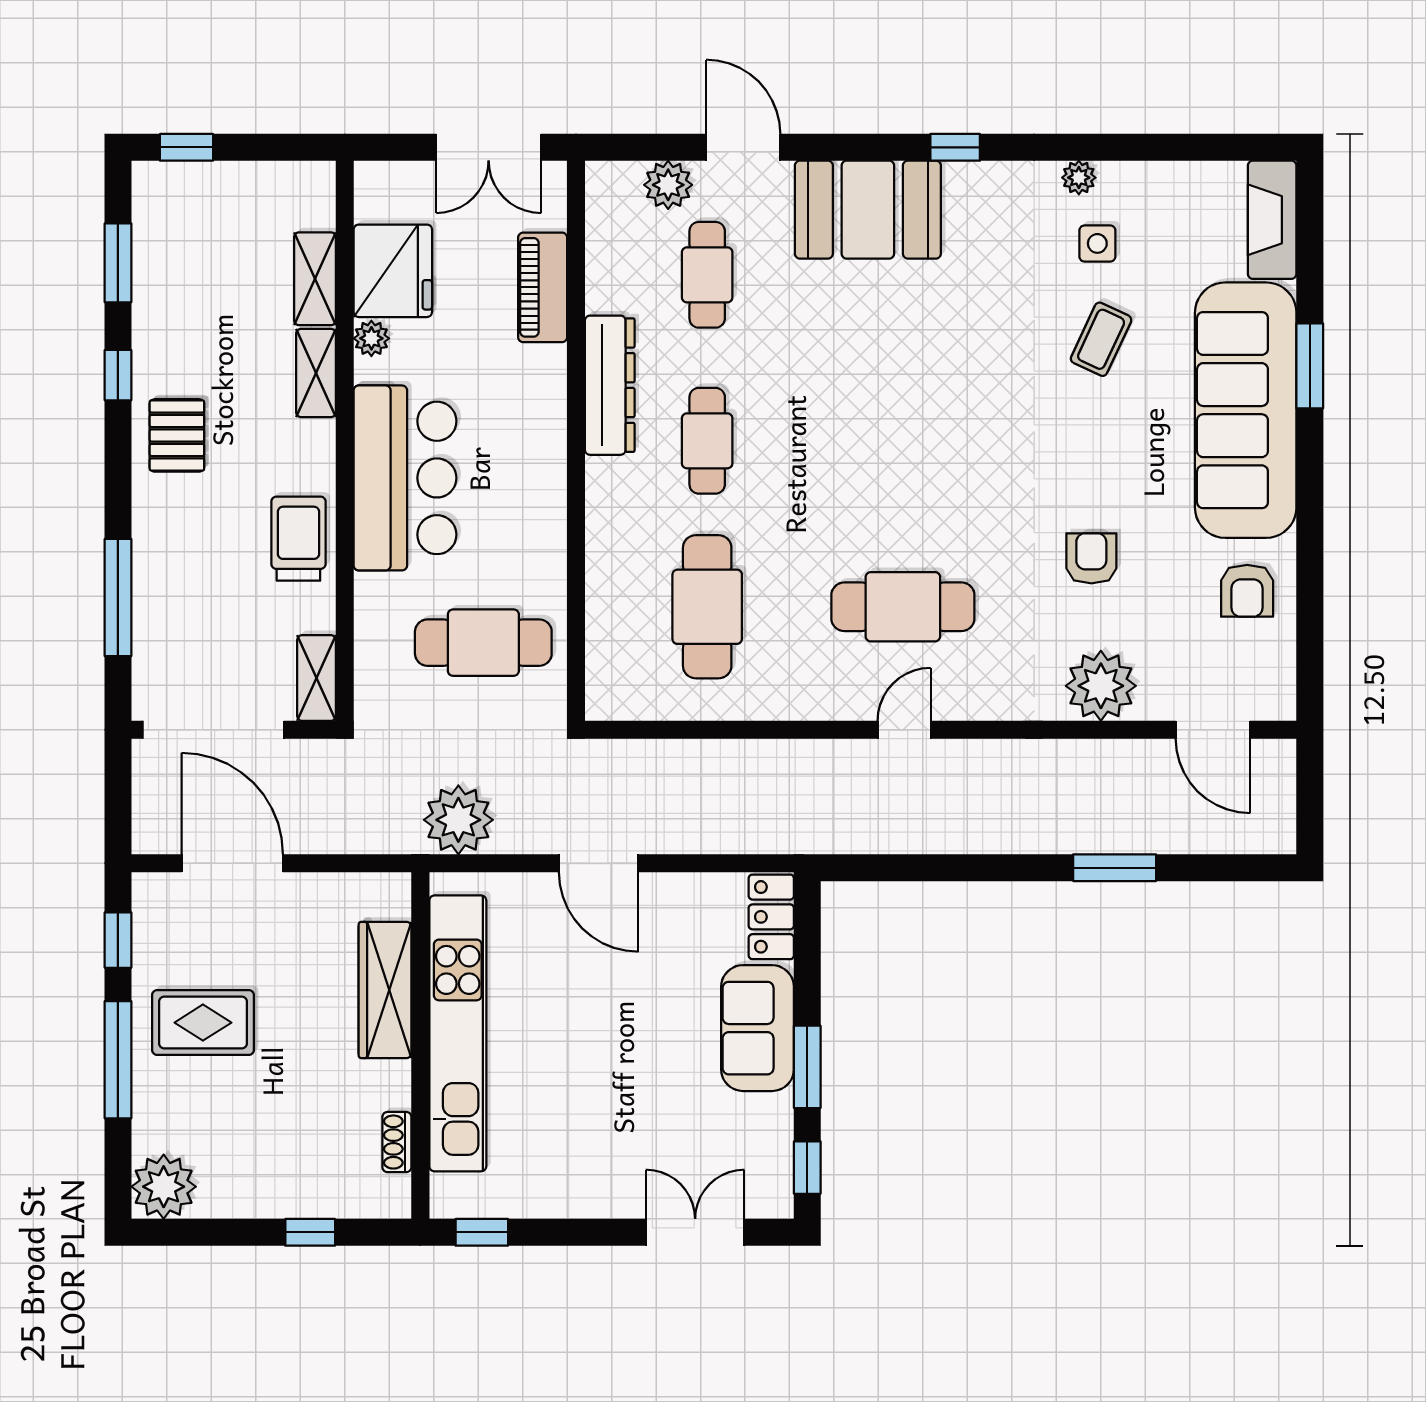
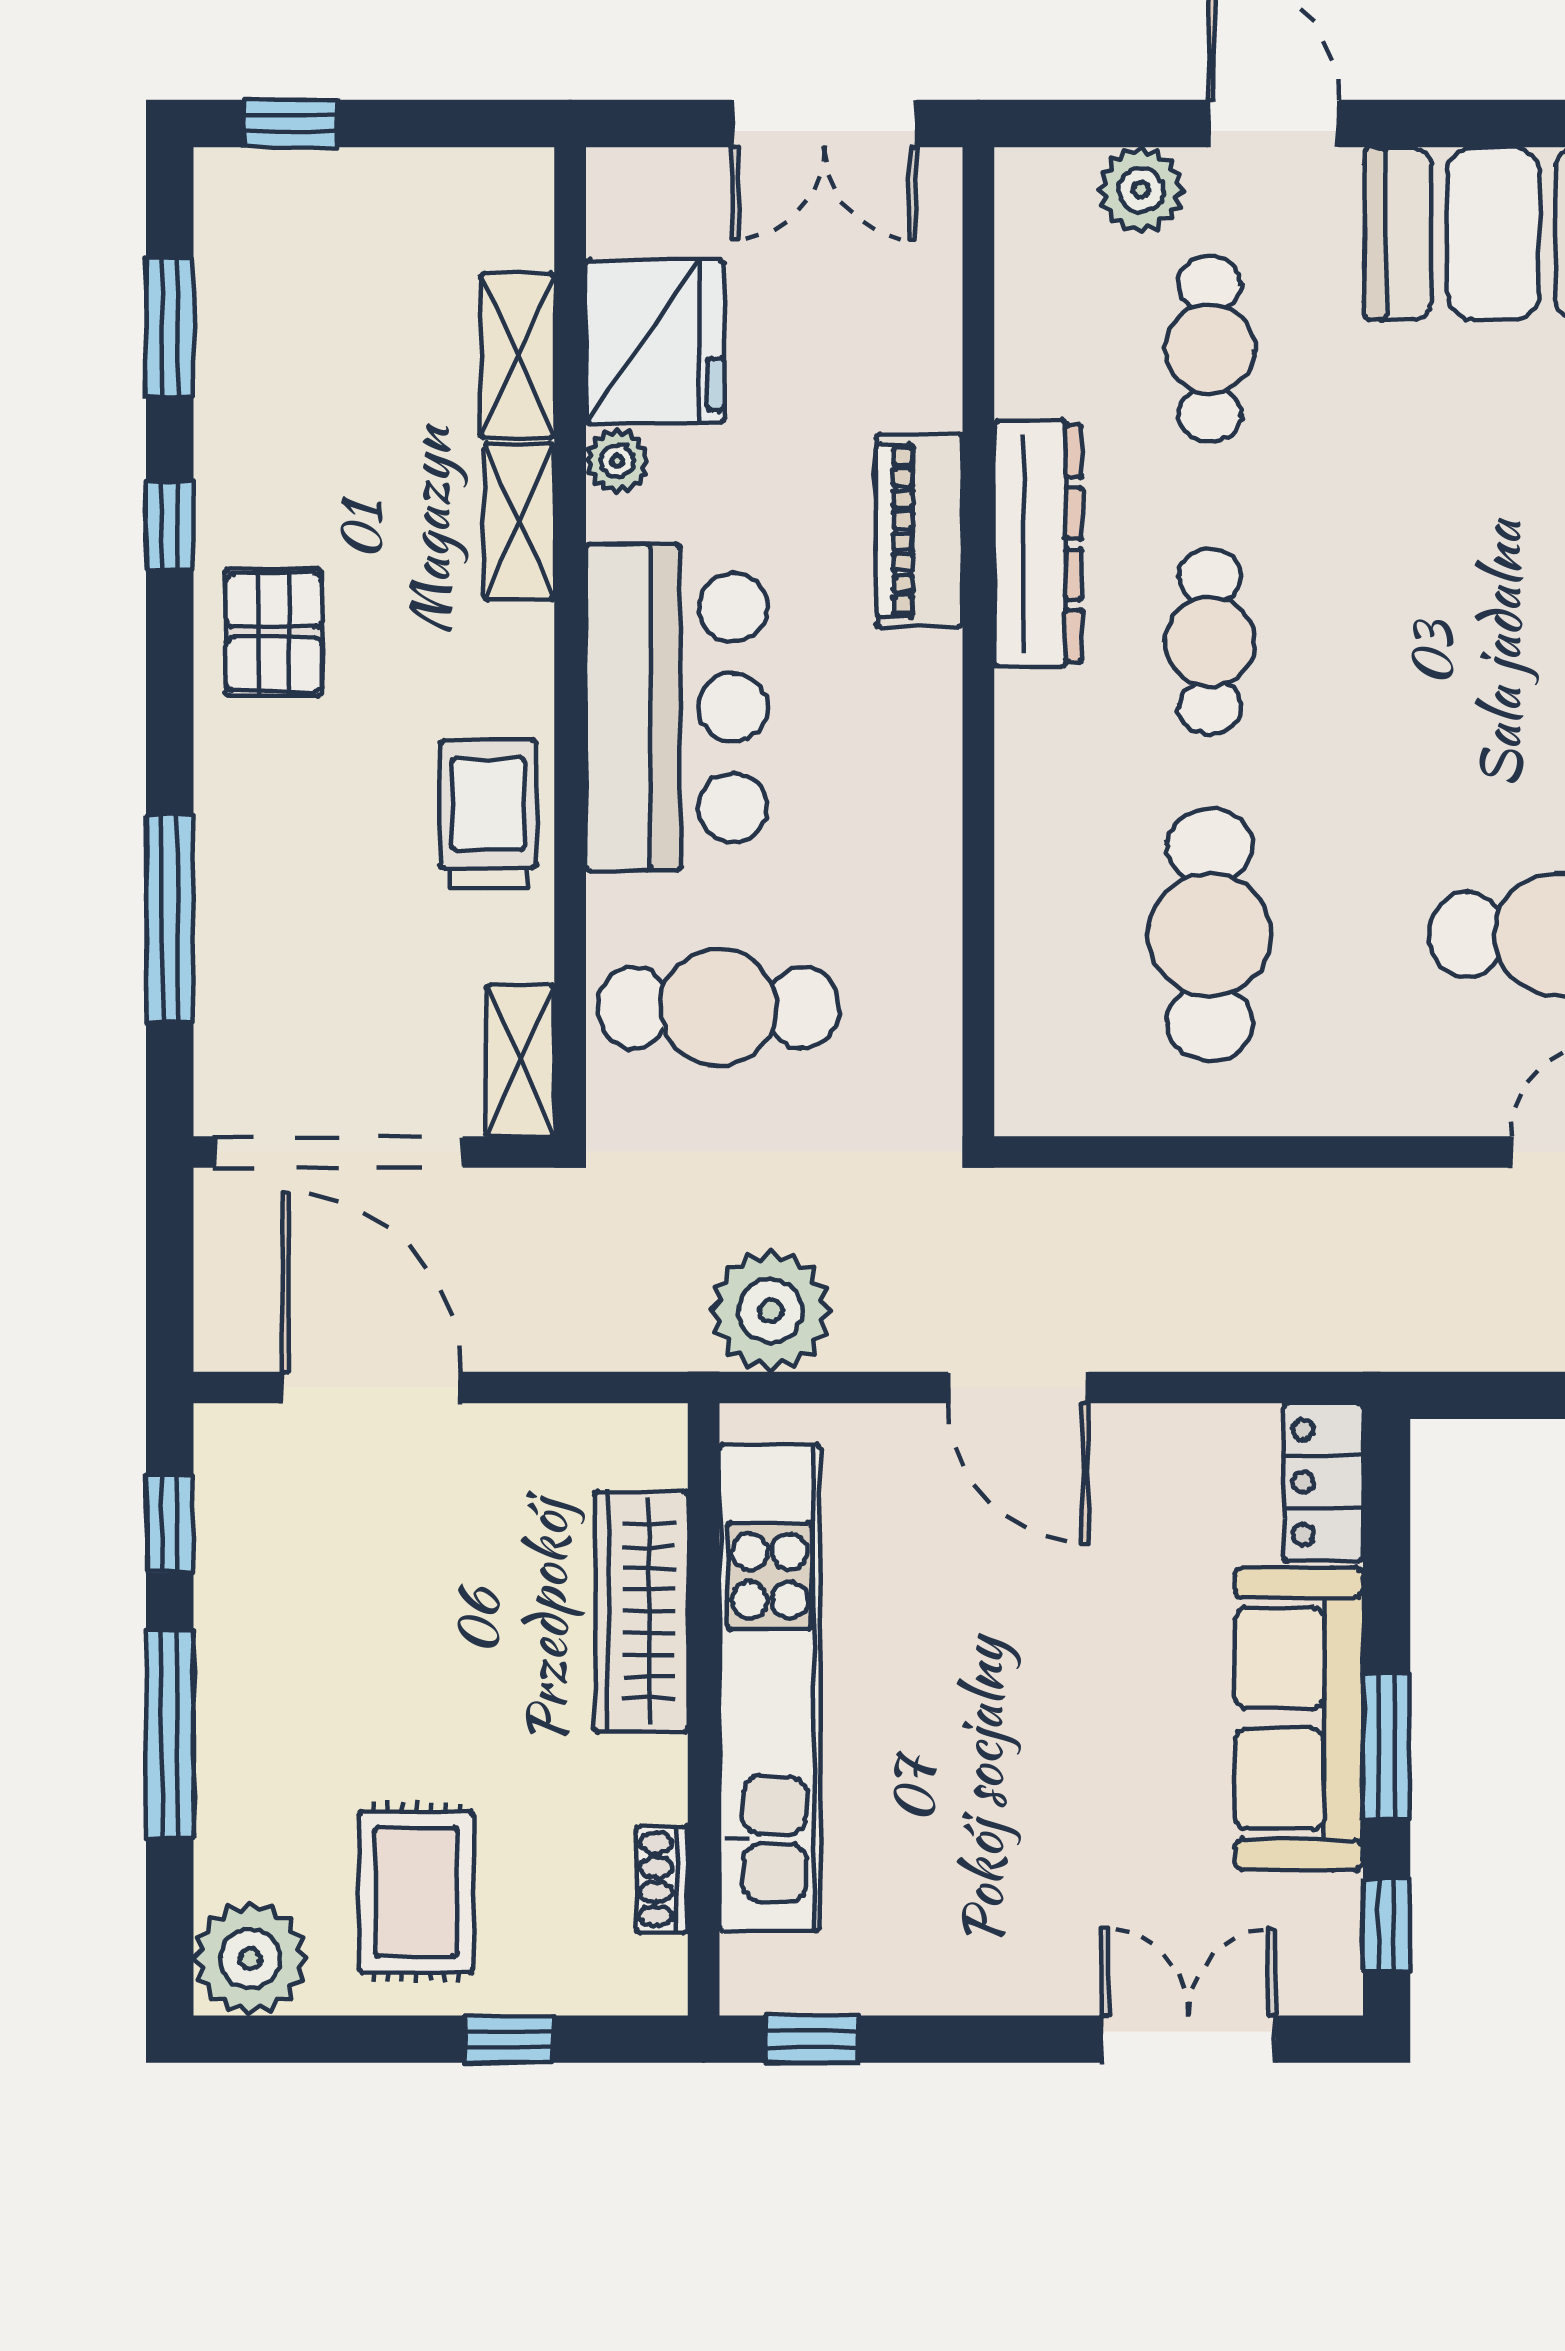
piano: (543, 287) -> (919, 531), moved
cafe table: (483, 643) -> (718, 1008), moved
rug: (203, 1023) -> (416, 1892), moved, turned 90
sofa: (758, 1028) -> (1299, 1719), width x1.36

